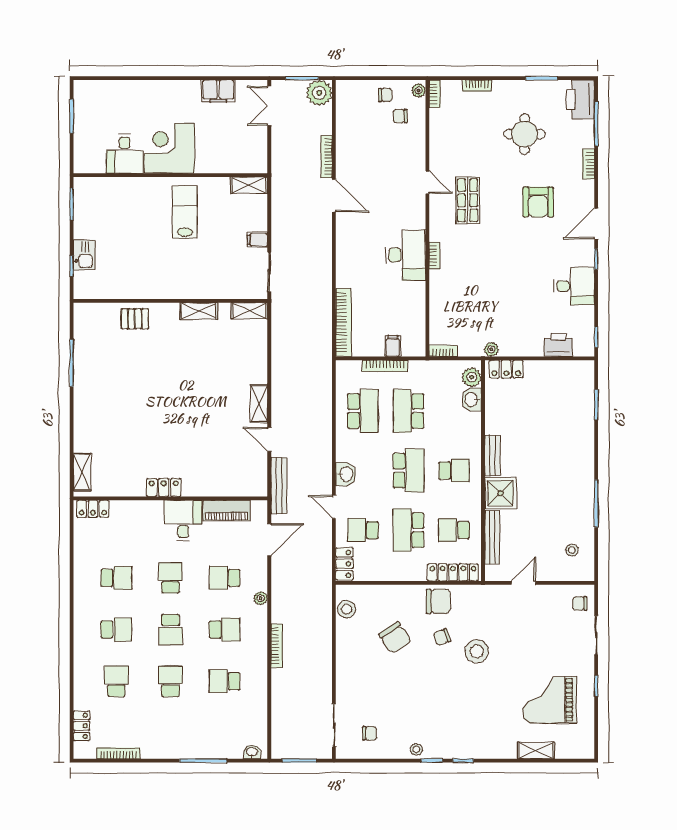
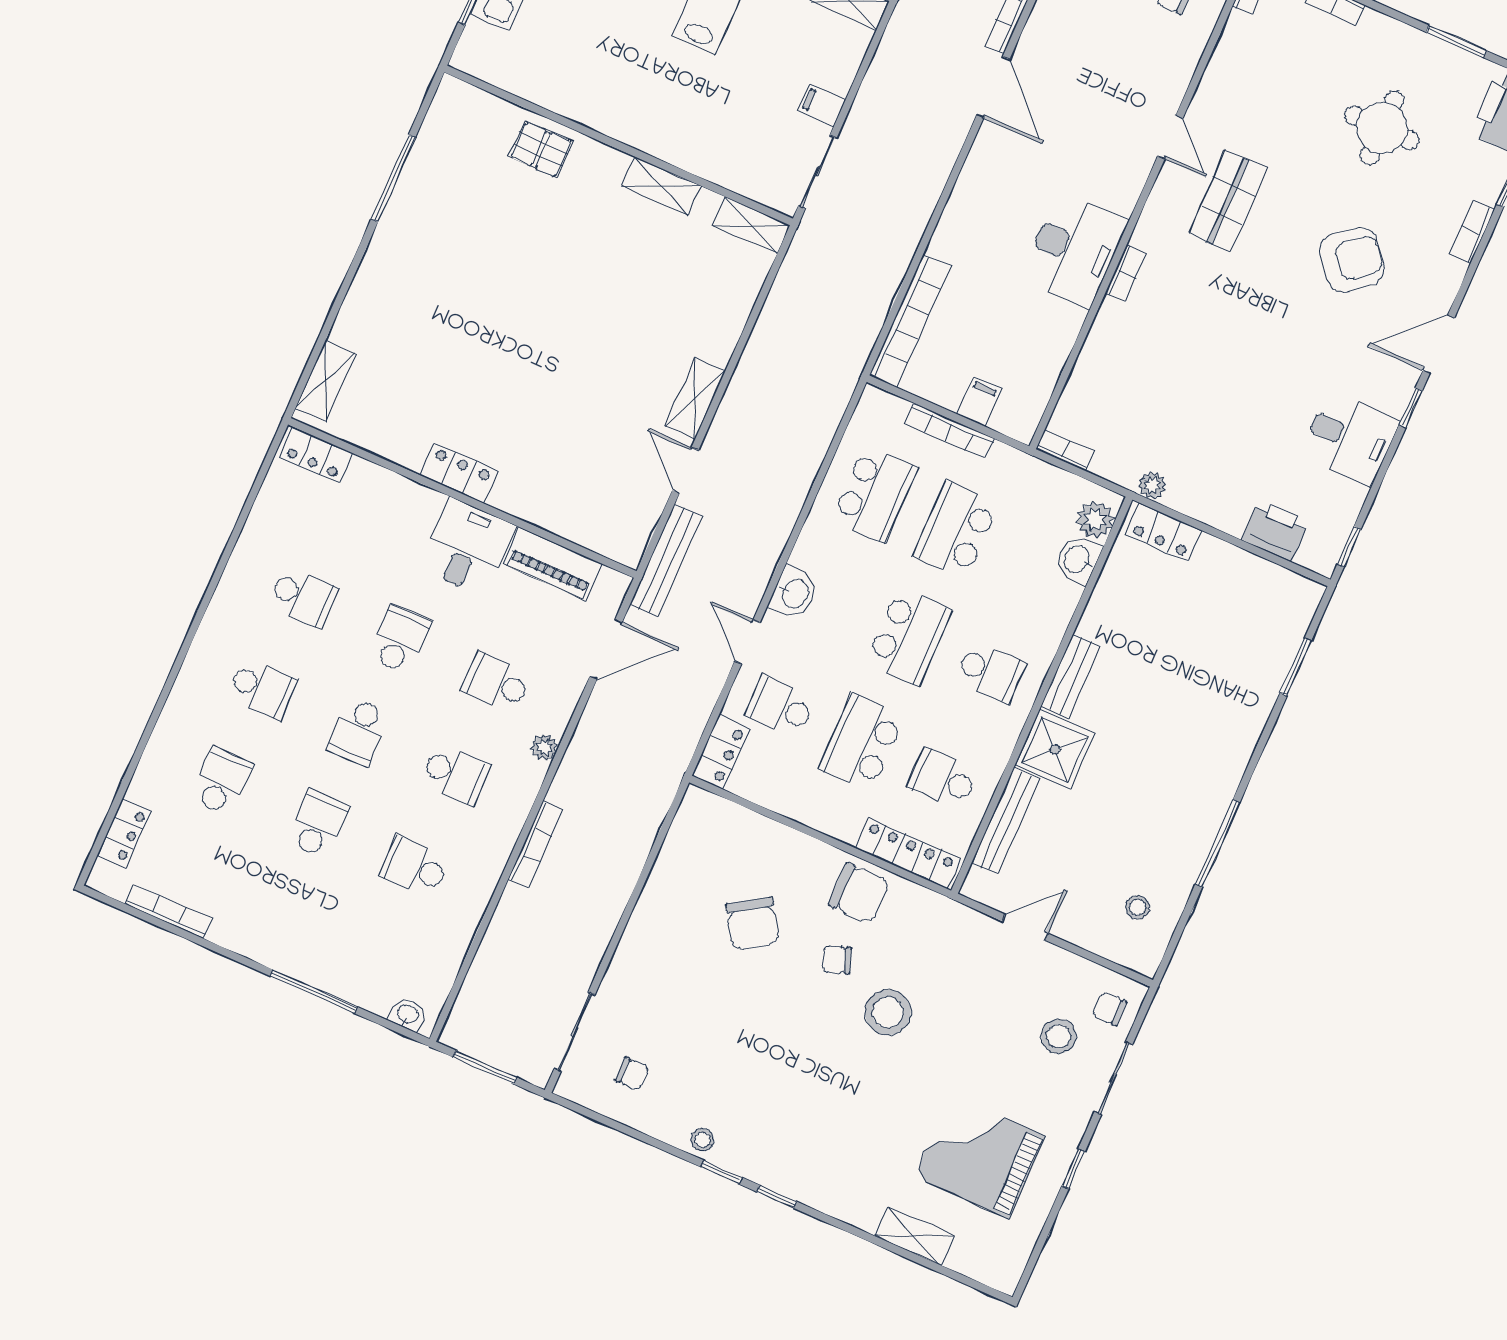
armchair: (538, 202) -> (1352, 260), turned -130
stool: (347, 609) -> (1059, 1036), moved

